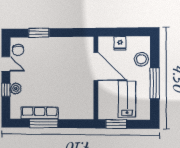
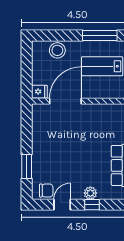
fridge: (120, 43) -> (39, 92), moved
window: (155, 83) -> (100, 36), moved

